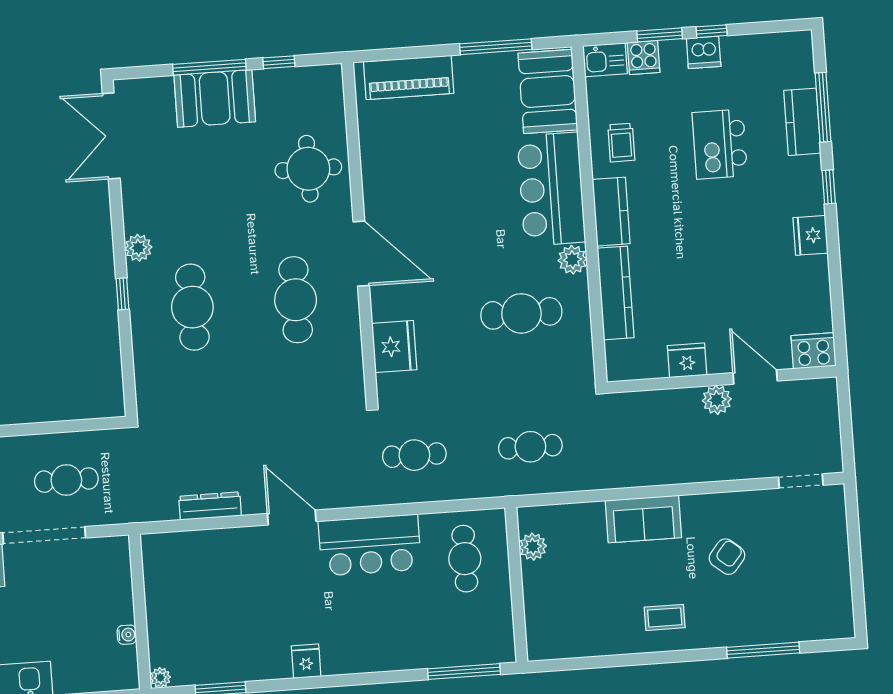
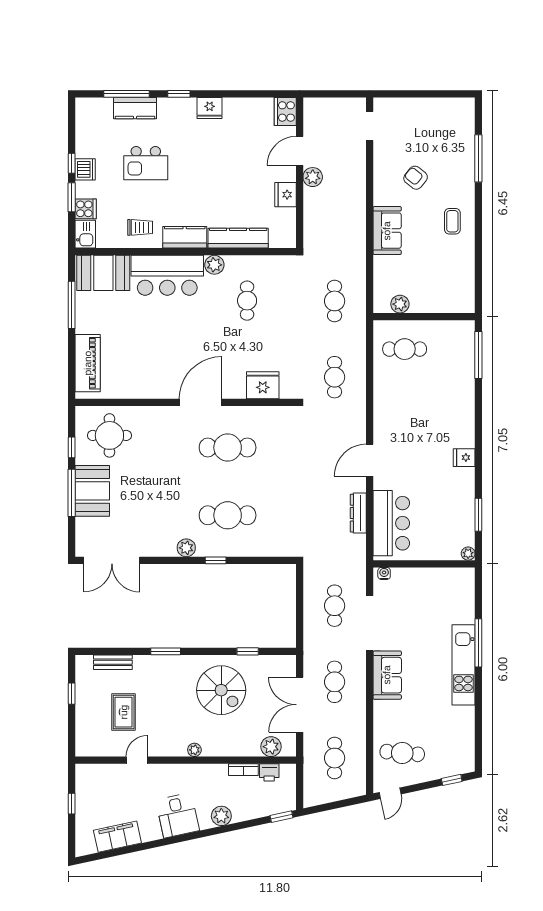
round table: (308, 169) -> (109, 435), moved
cafe table: (521, 313) -> (247, 301), width x0.73, depth x0.74
bar counter: (370, 545) -> (391, 523), moved
water cooler: (127, 635) -> (384, 573), moved

